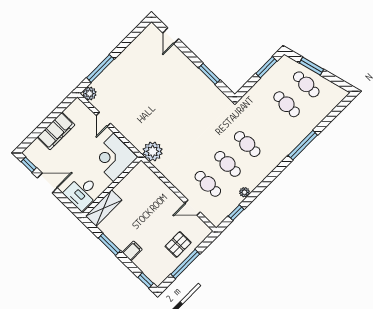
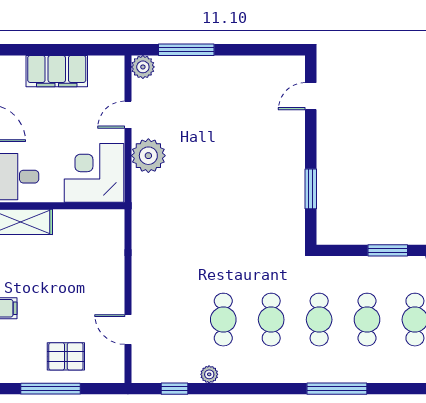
plant: (153, 151) -> (148, 156), moved
cafe table: (208, 184) -> (319, 320), moved

